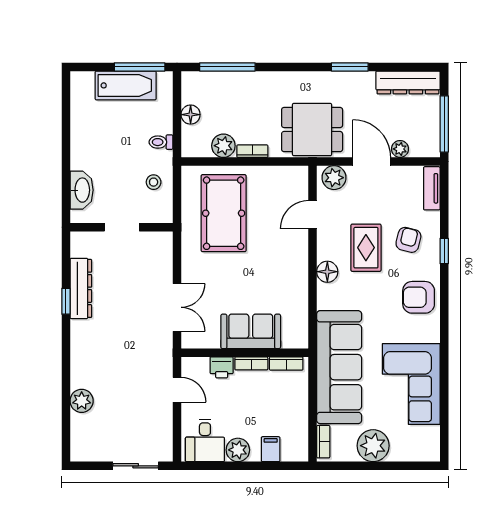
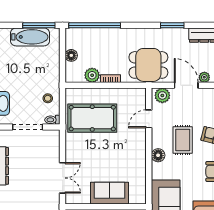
window: (227, 67) -> (95, 25), width x1.46
toilet: (161, 142) -> (52, 120), moved
pool table: (224, 213) -> (92, 118), turned 90
doorway: (122, 227) -> (28, 127), width x1.38

